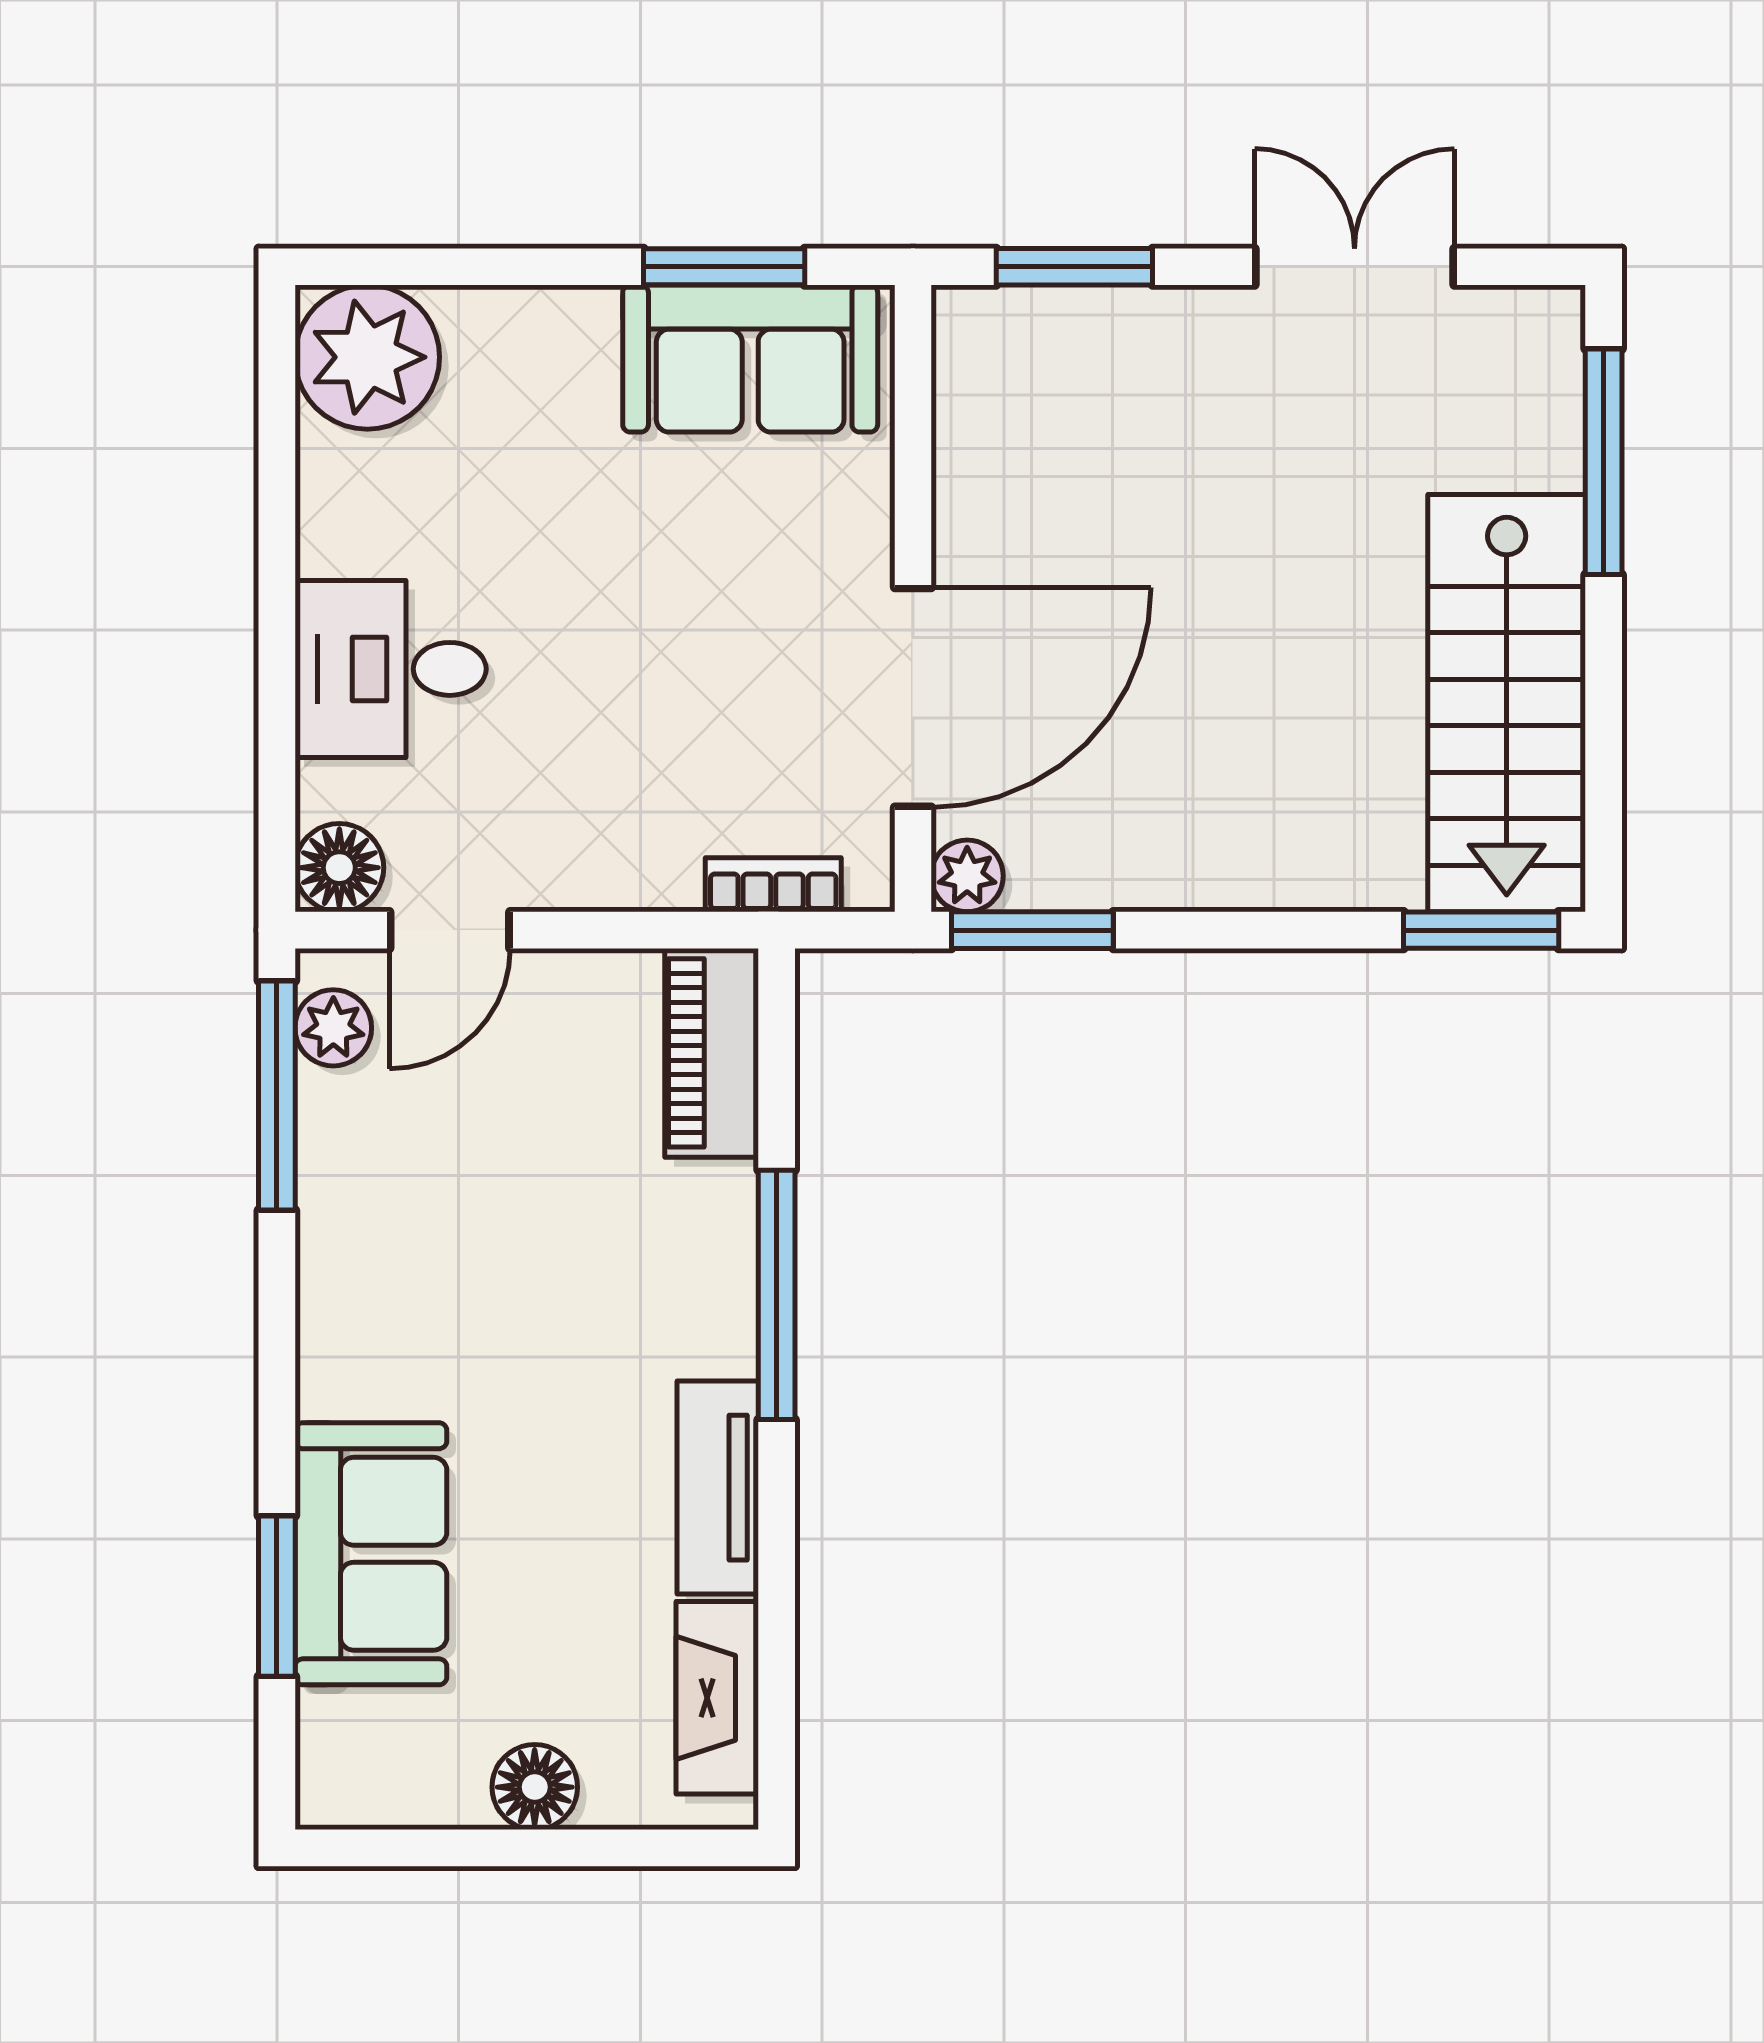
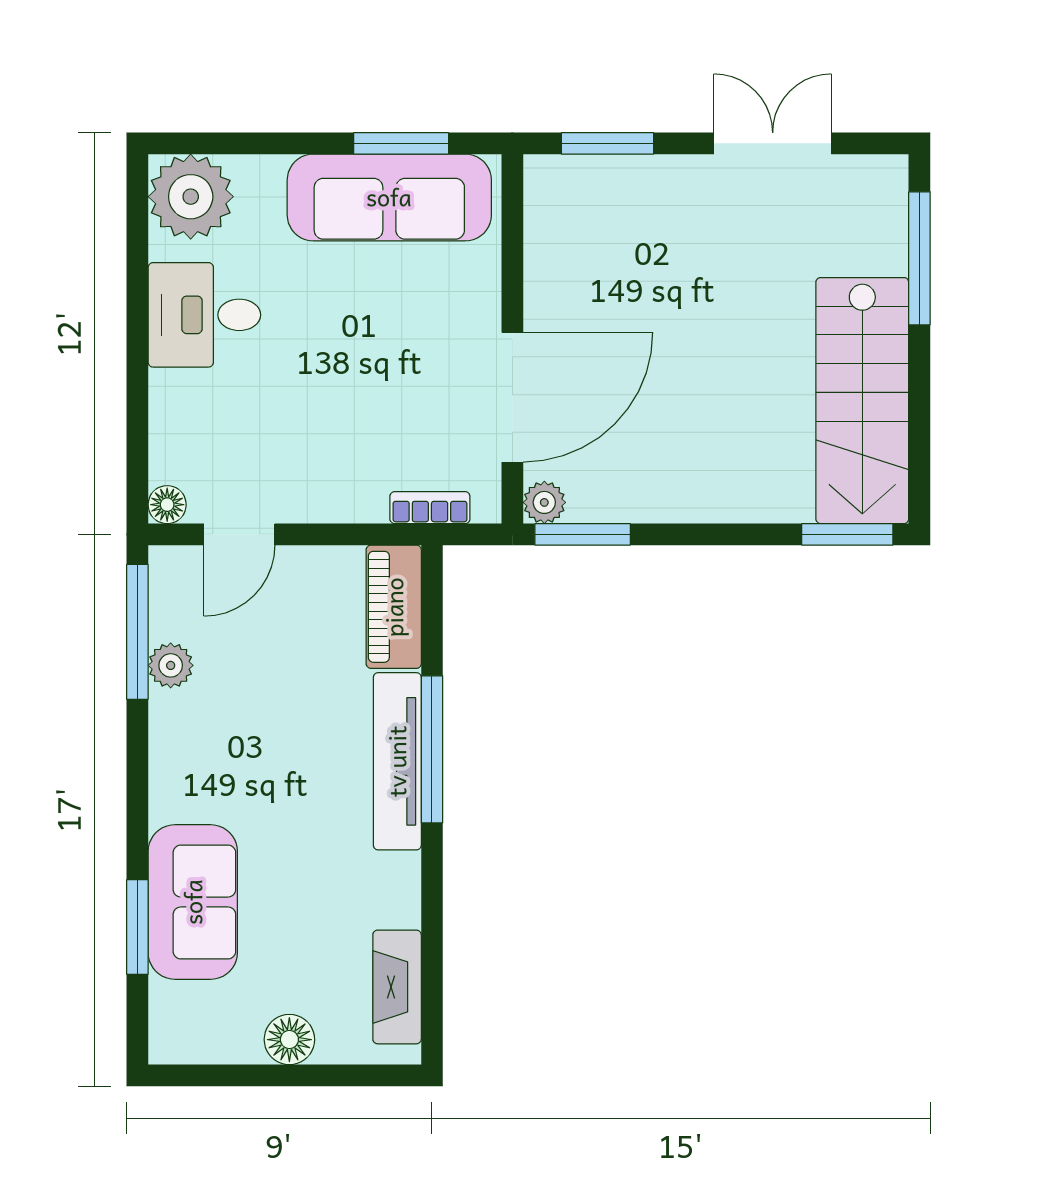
sofa: (750, 359) -> (389, 197), width x1.36
desk: (391, 669) -> (204, 315), moved
floor lamp: (339, 868) -> (167, 505), width x0.73, depth x0.73
plant: (333, 1028) -> (171, 665), moved
tv unit: (718, 1488) -> (397, 761), moved, width x1.41

